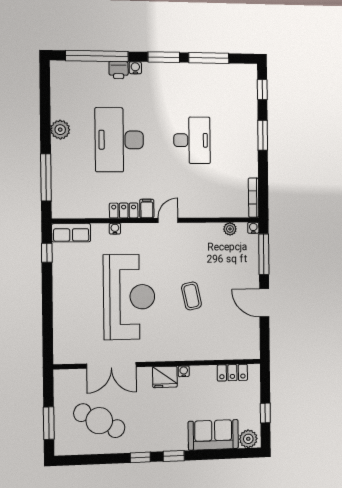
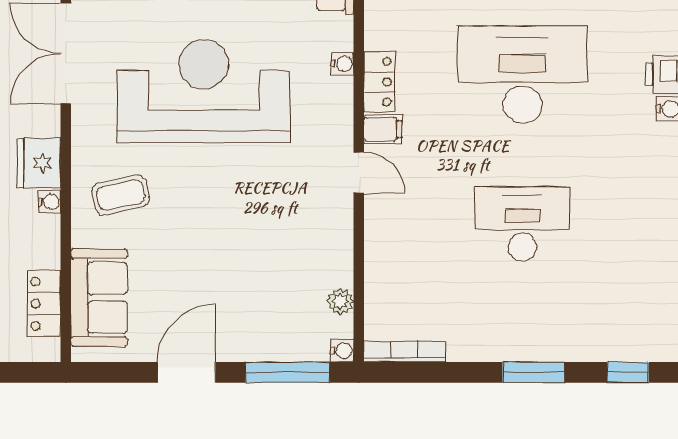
desk: (192, 140) -> (522, 224), turned 180
coffee table: (191, 296) -> (121, 195), moved
reception desk: (129, 297) -> (204, 91), turned 180
sofa: (229, 346) -> (99, 298), added

